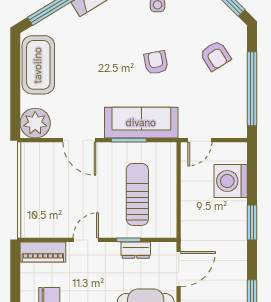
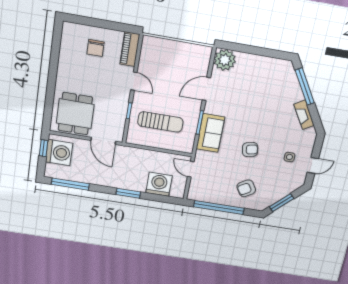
coffee table: (38, 65) -> (266, 69), removed
sofa: (141, 123) -> (210, 133), width x0.73
dresser: (136, 250) -> (121, 114), removed

